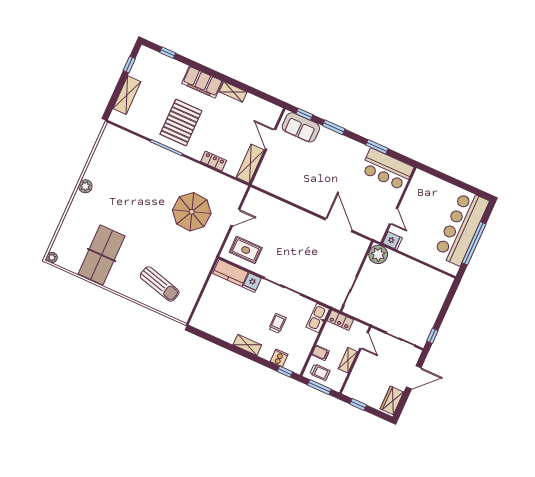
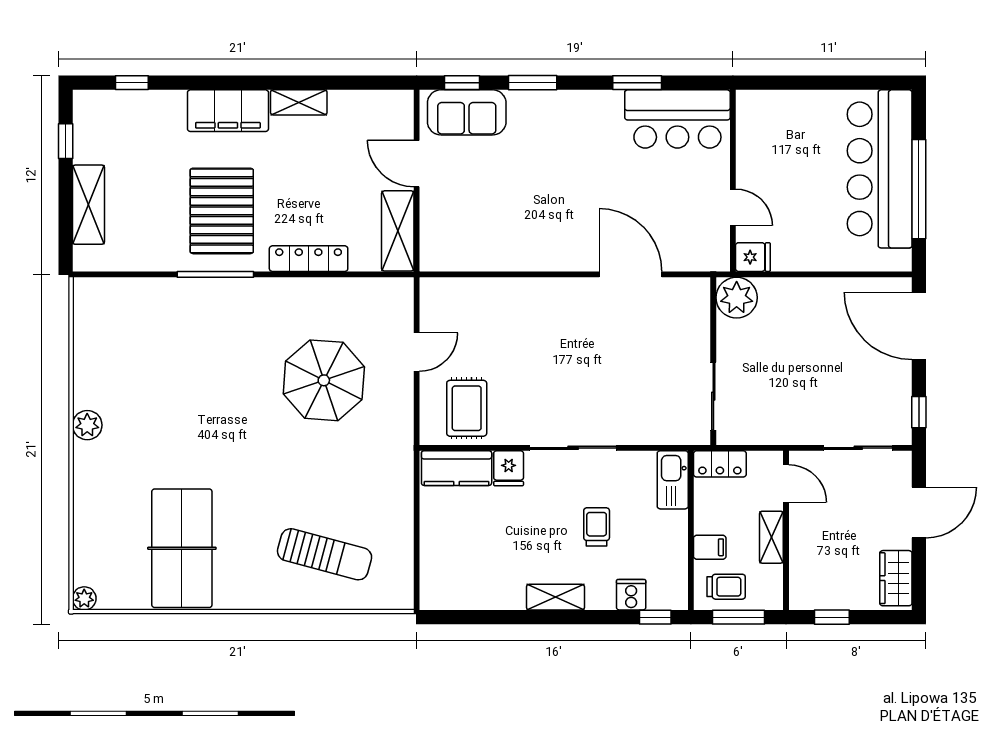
locker: (214, 161) -> (309, 259), width x1.53
rug: (246, 250) -> (467, 408), turned 90
door: (448, 300) -> (919, 326), added

